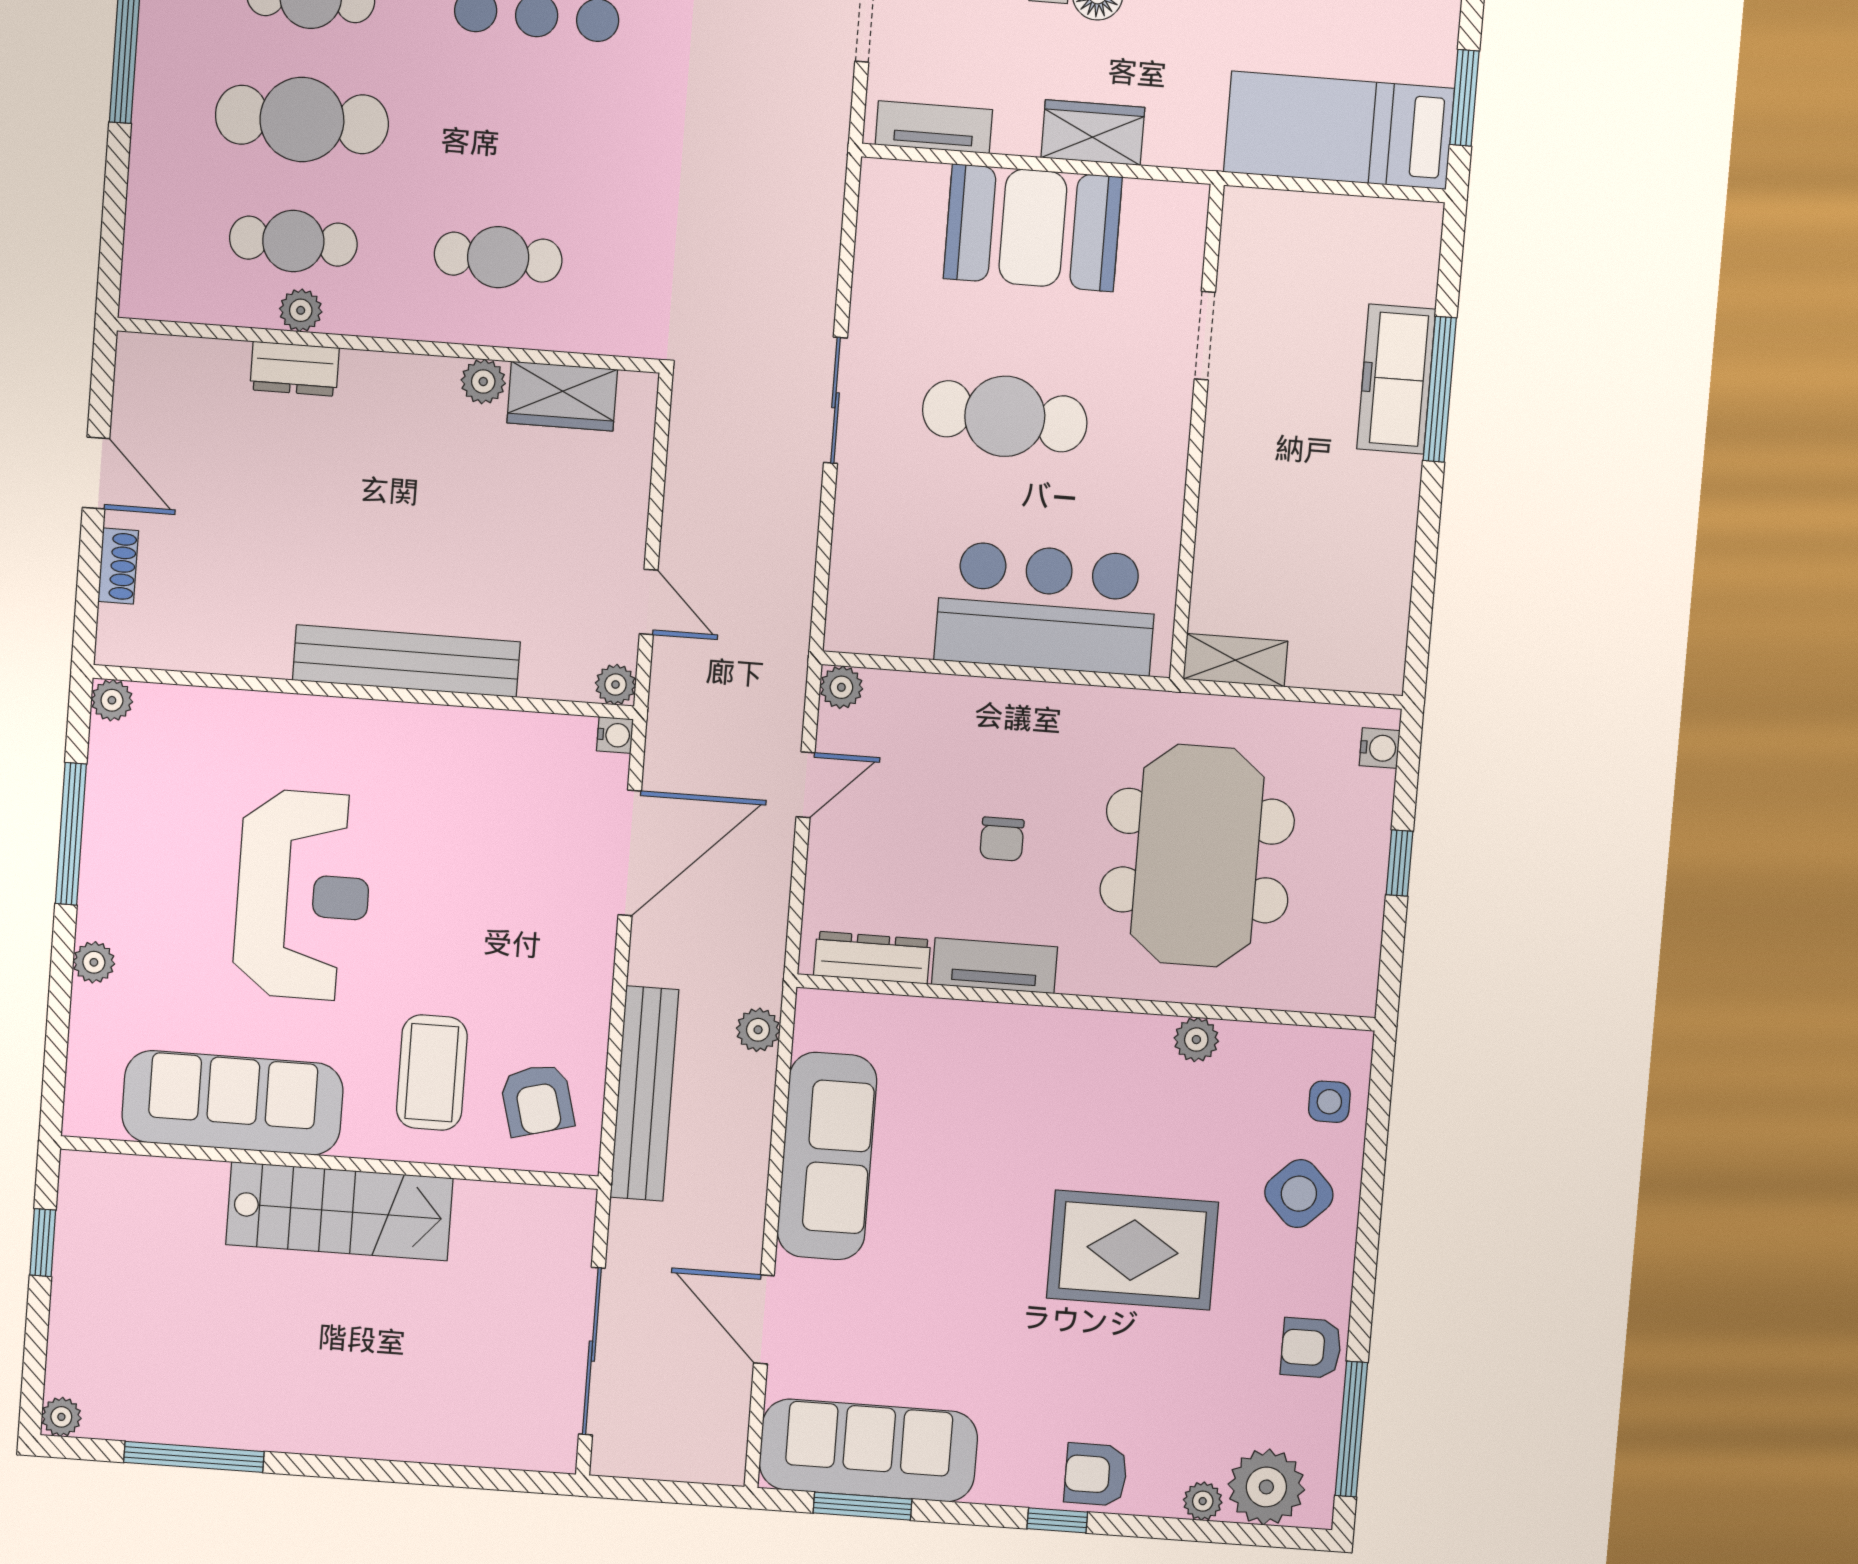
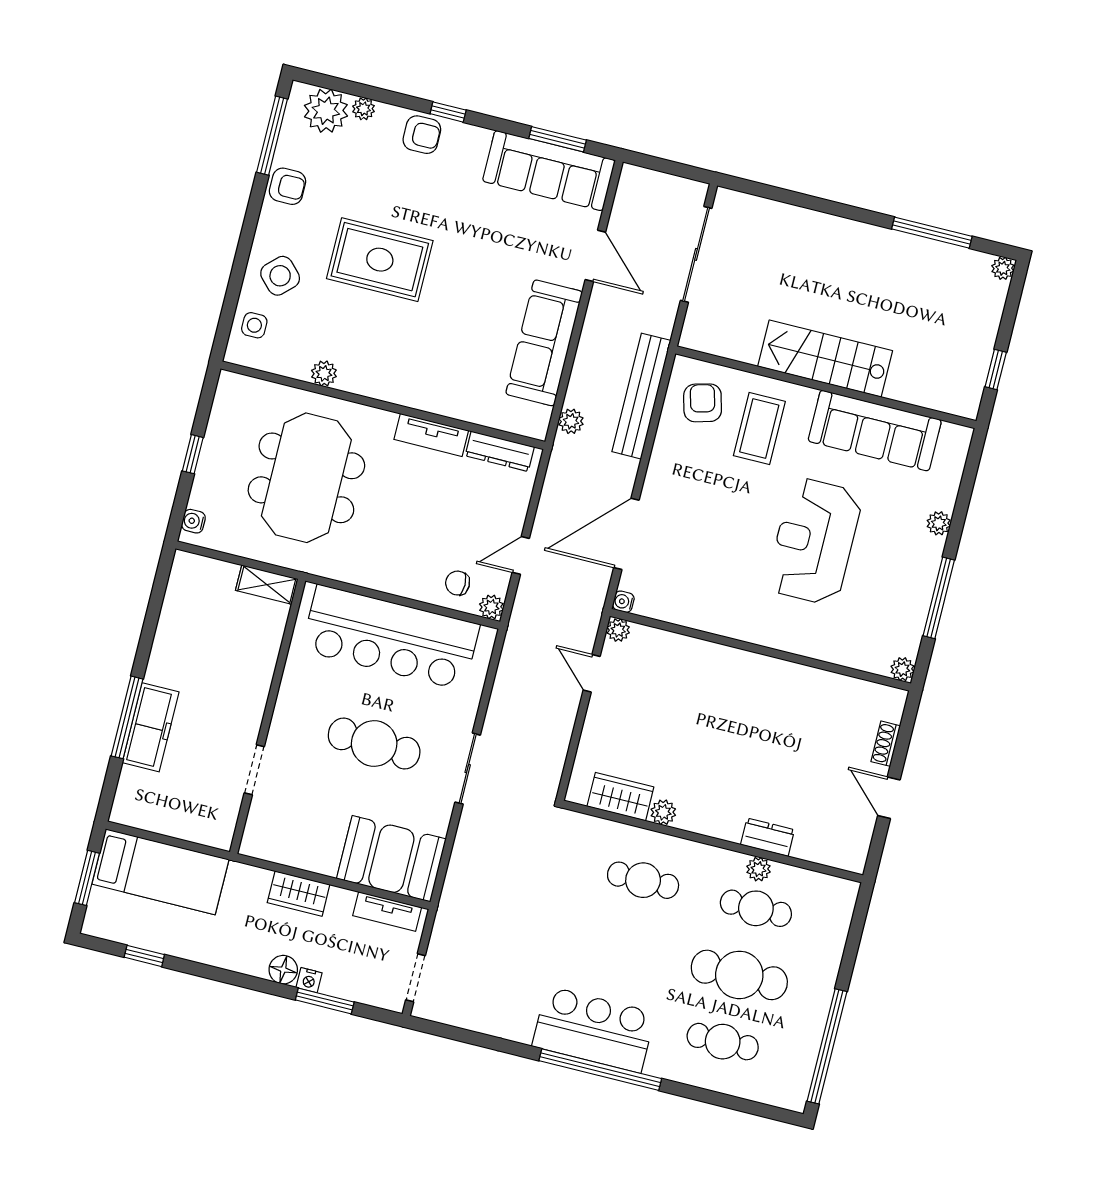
booth: (1033, 228) -> (391, 859), moved
bar counter: (1046, 608) -> (390, 637), width x1.36
bench: (406, 661) -> (733, 663), removed
chair: (1002, 839) -> (458, 583), moved, turned -90

